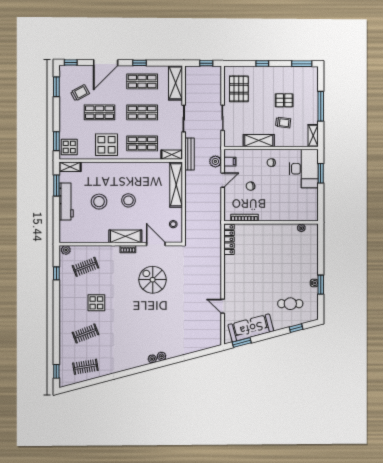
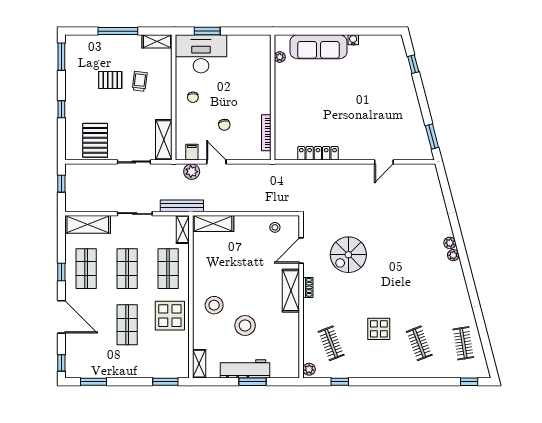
pallet: (239, 89) -> (95, 140), turned 90
trolley: (80, 93) -> (101, 351), removed
pallet: (284, 100) -> (110, 80), turned 90
shelving: (259, 141) -> (164, 140), moved
display table: (69, 147) -> (173, 365), removed
shelving: (176, 185) -> (213, 223), width x0.68
window: (56, 186) -> (253, 382), moved
stool: (128, 200) -> (214, 305), moved
locker: (229, 239) -> (318, 153), moved
window: (321, 285) -> (355, 31), removed
cafe table: (290, 304) -> (381, 72), removed
sofa: (251, 328) -> (318, 47), moved, turned -75

